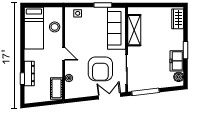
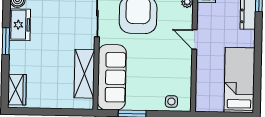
stool: (55, 27) -> (207, 81), removed

